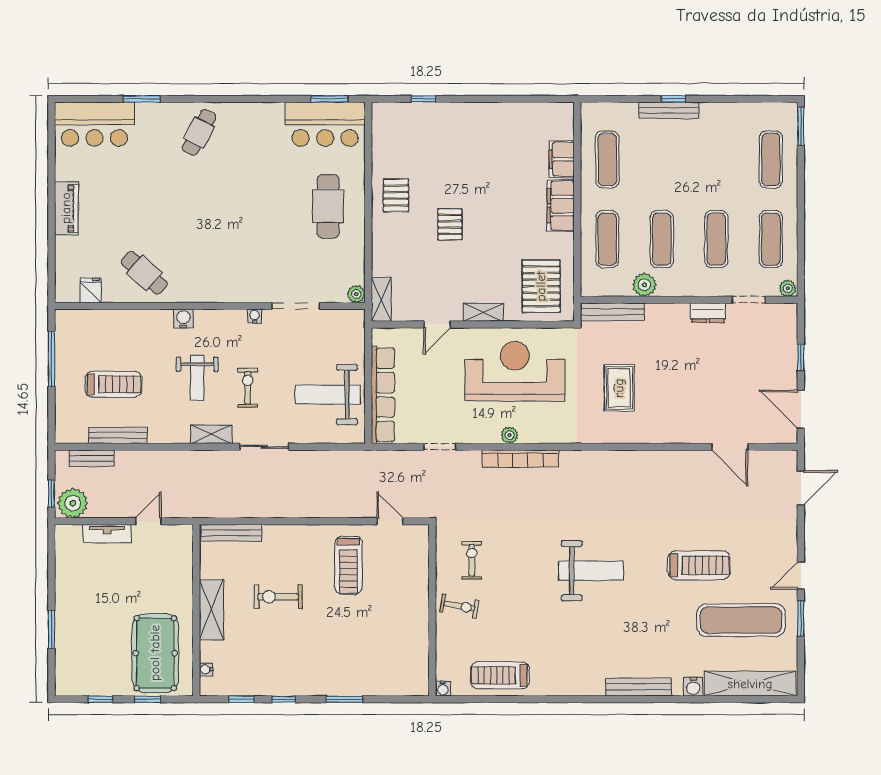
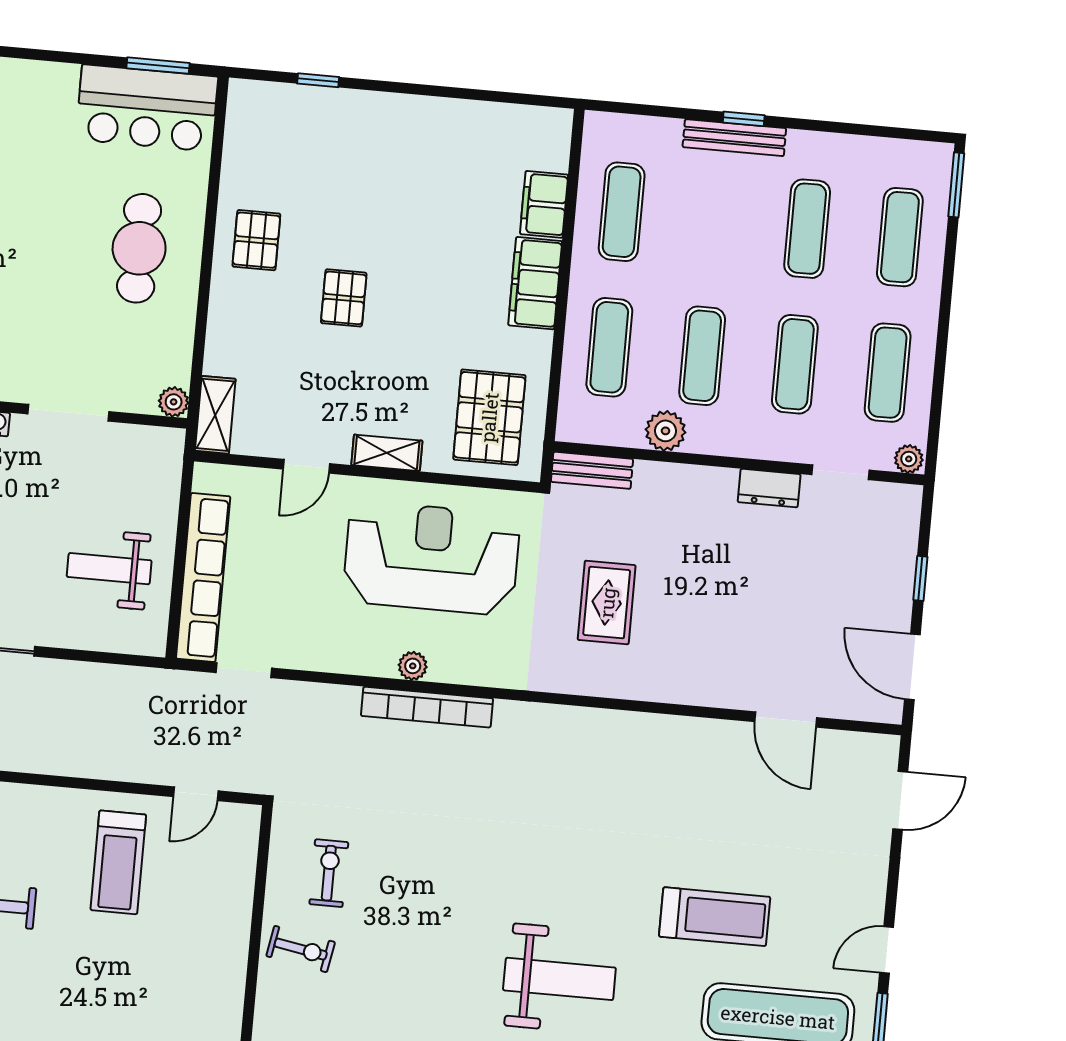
exercise mat: (716, 159) -> (807, 229), added
bench: (612, 312) -> (592, 470), width x0.73
weight bench: (328, 395) -> (109, 569), width x0.73, depth x0.75
doorway: (440, 447) -> (244, 670), moved
door: (390, 521) -> (196, 794), swing flipped
weight bench: (591, 571) -> (559, 979), moved

